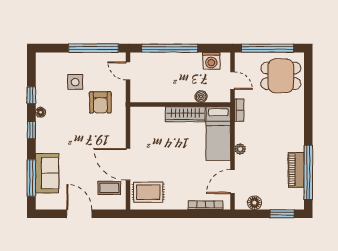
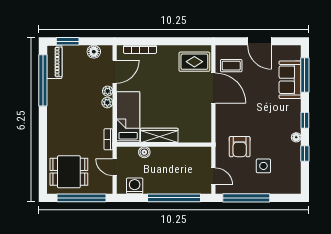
armchair: (100, 102) -> (240, 147), turned 180
plant: (240, 161) -> (108, 91), added
piano: (296, 170) -> (54, 62), moved

